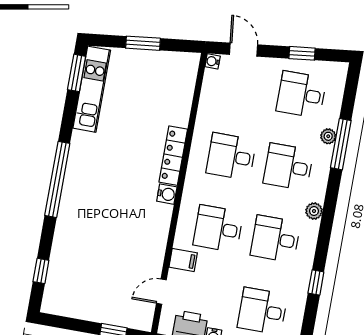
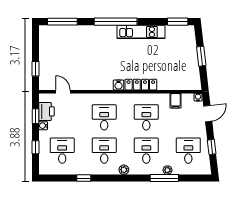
kitchen unit: (92, 89) -> (141, 32), moved
filing cabinet: (183, 260) -> (176, 101), moved
window: (41, 271) -> (62, 22), width x2.17

